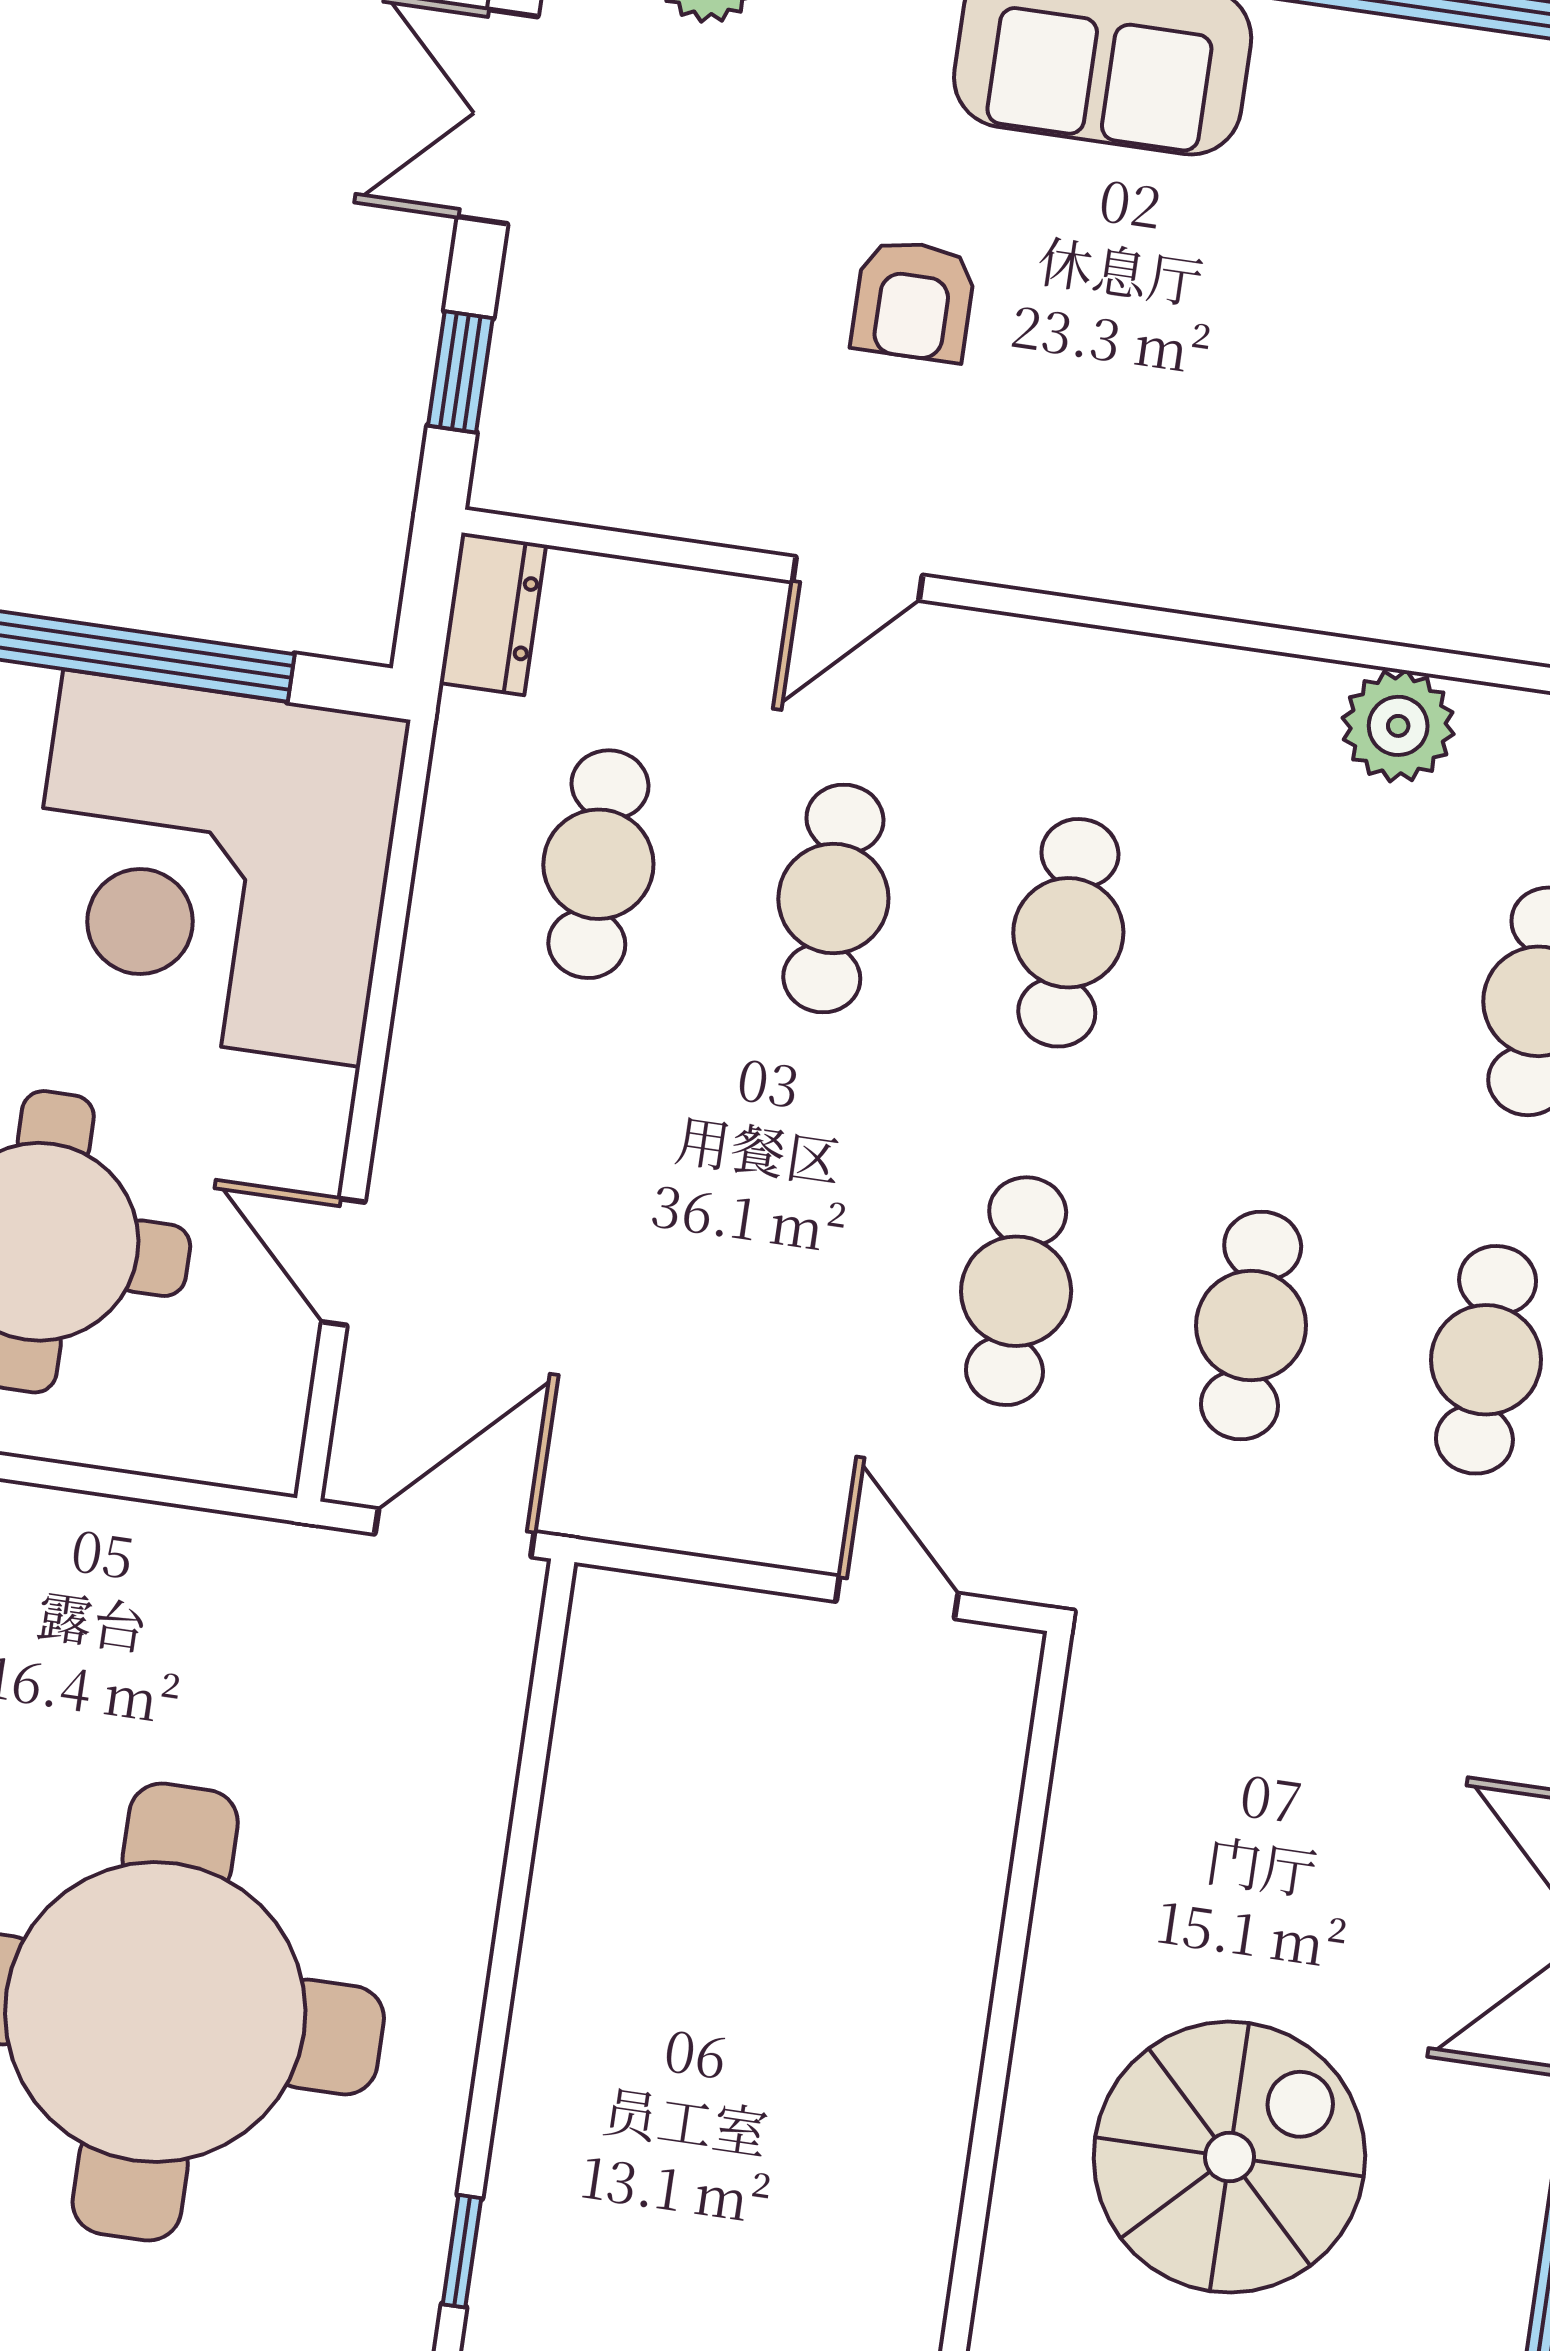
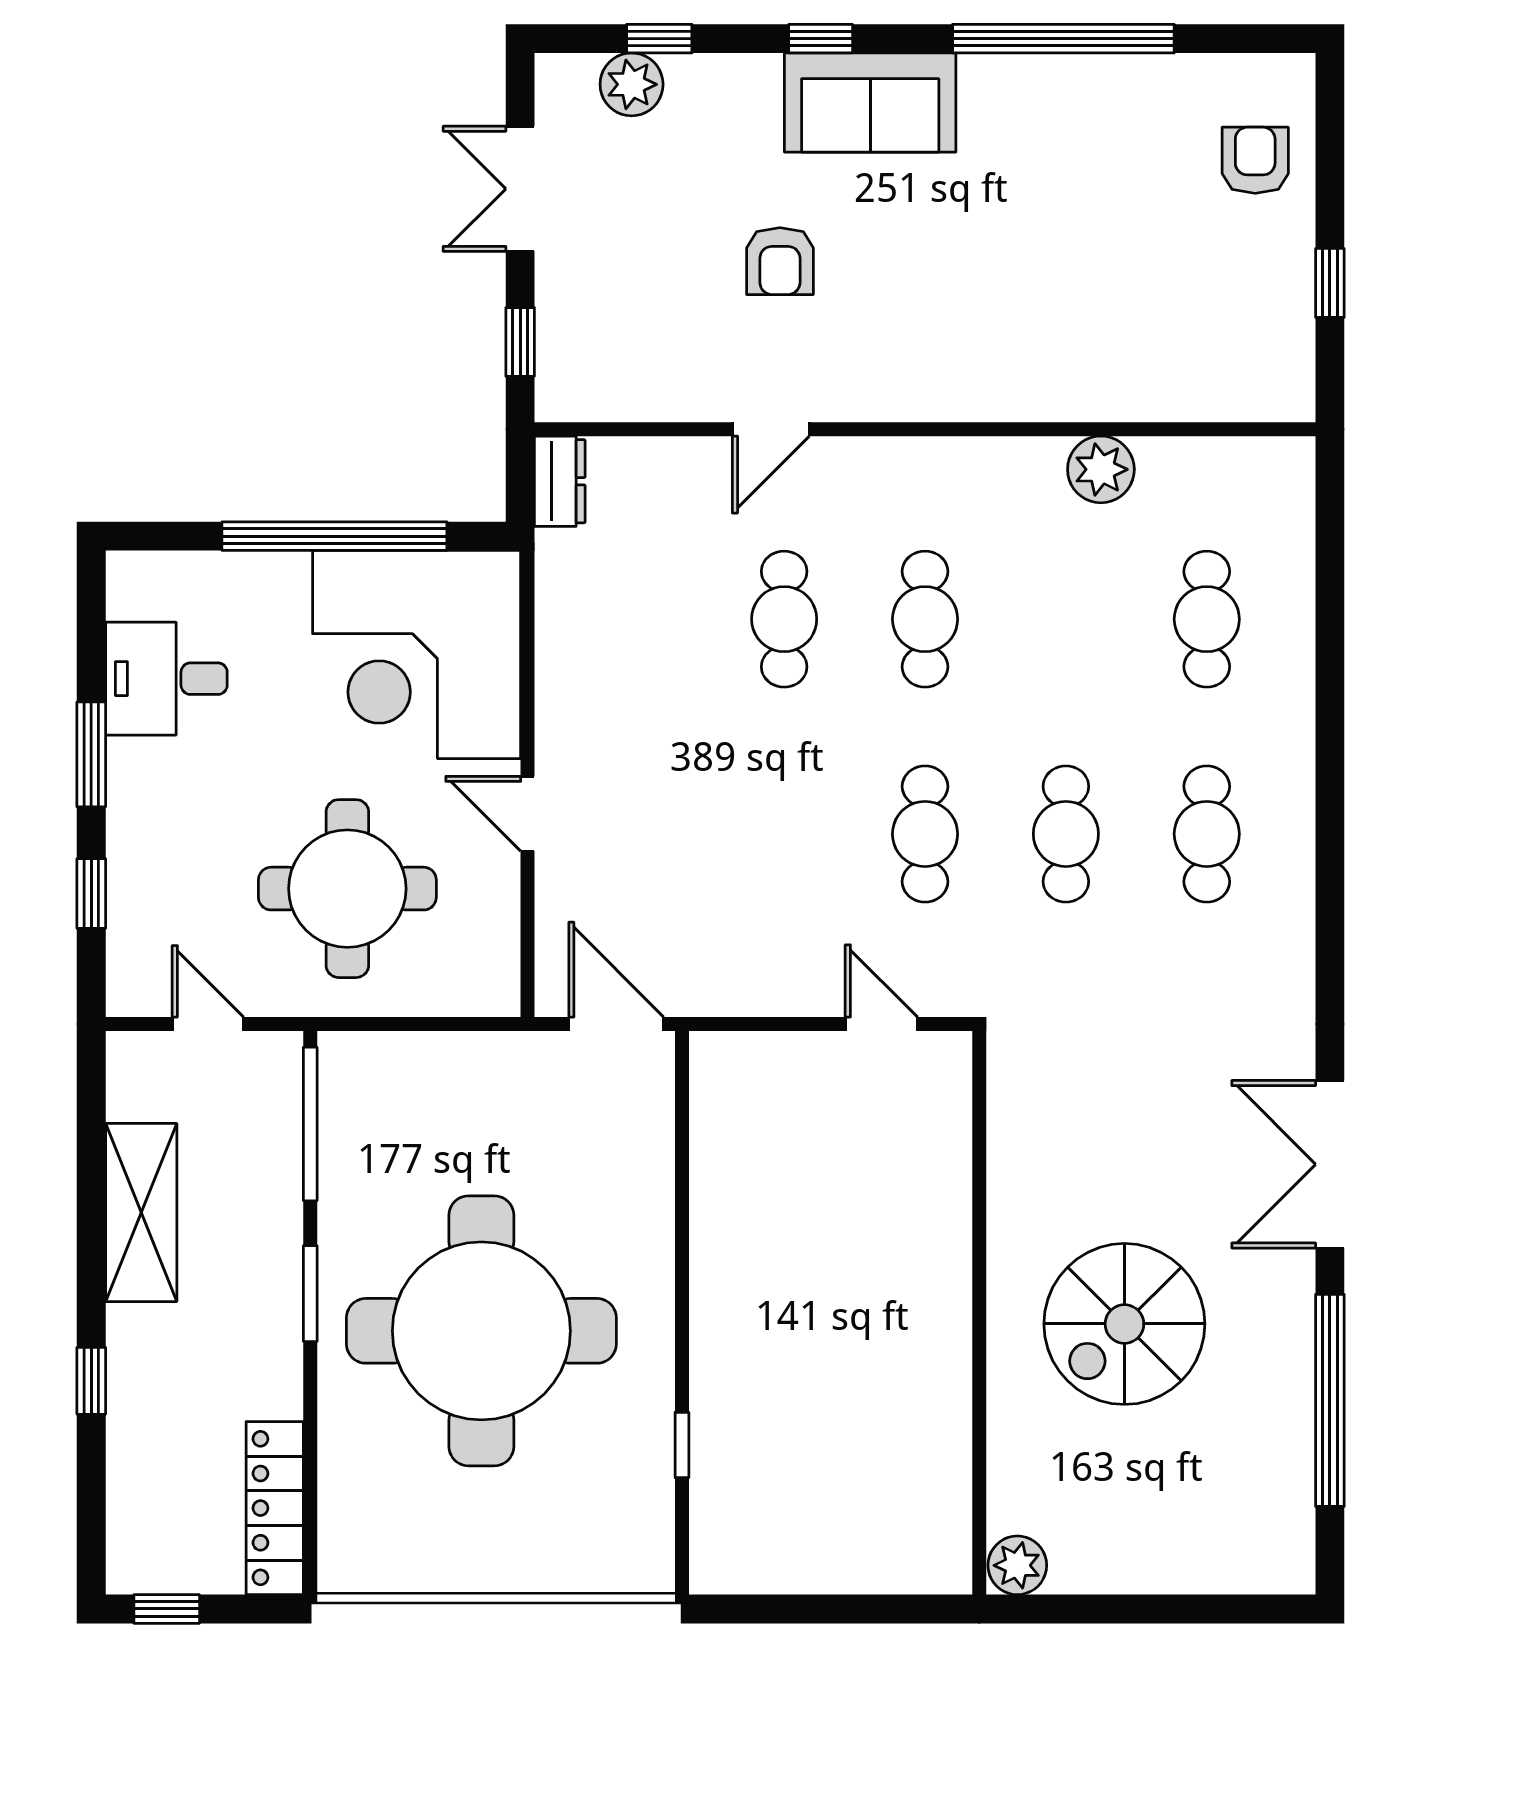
cafe table: (598, 864) -> (643, 619), removed
door: (343, 1262) -> (528, 814), moved
door: (455, 1533) -> (616, 1024), hinge flipped
spiral stairs: (1229, 2157) -> (1124, 1324), turned 180

